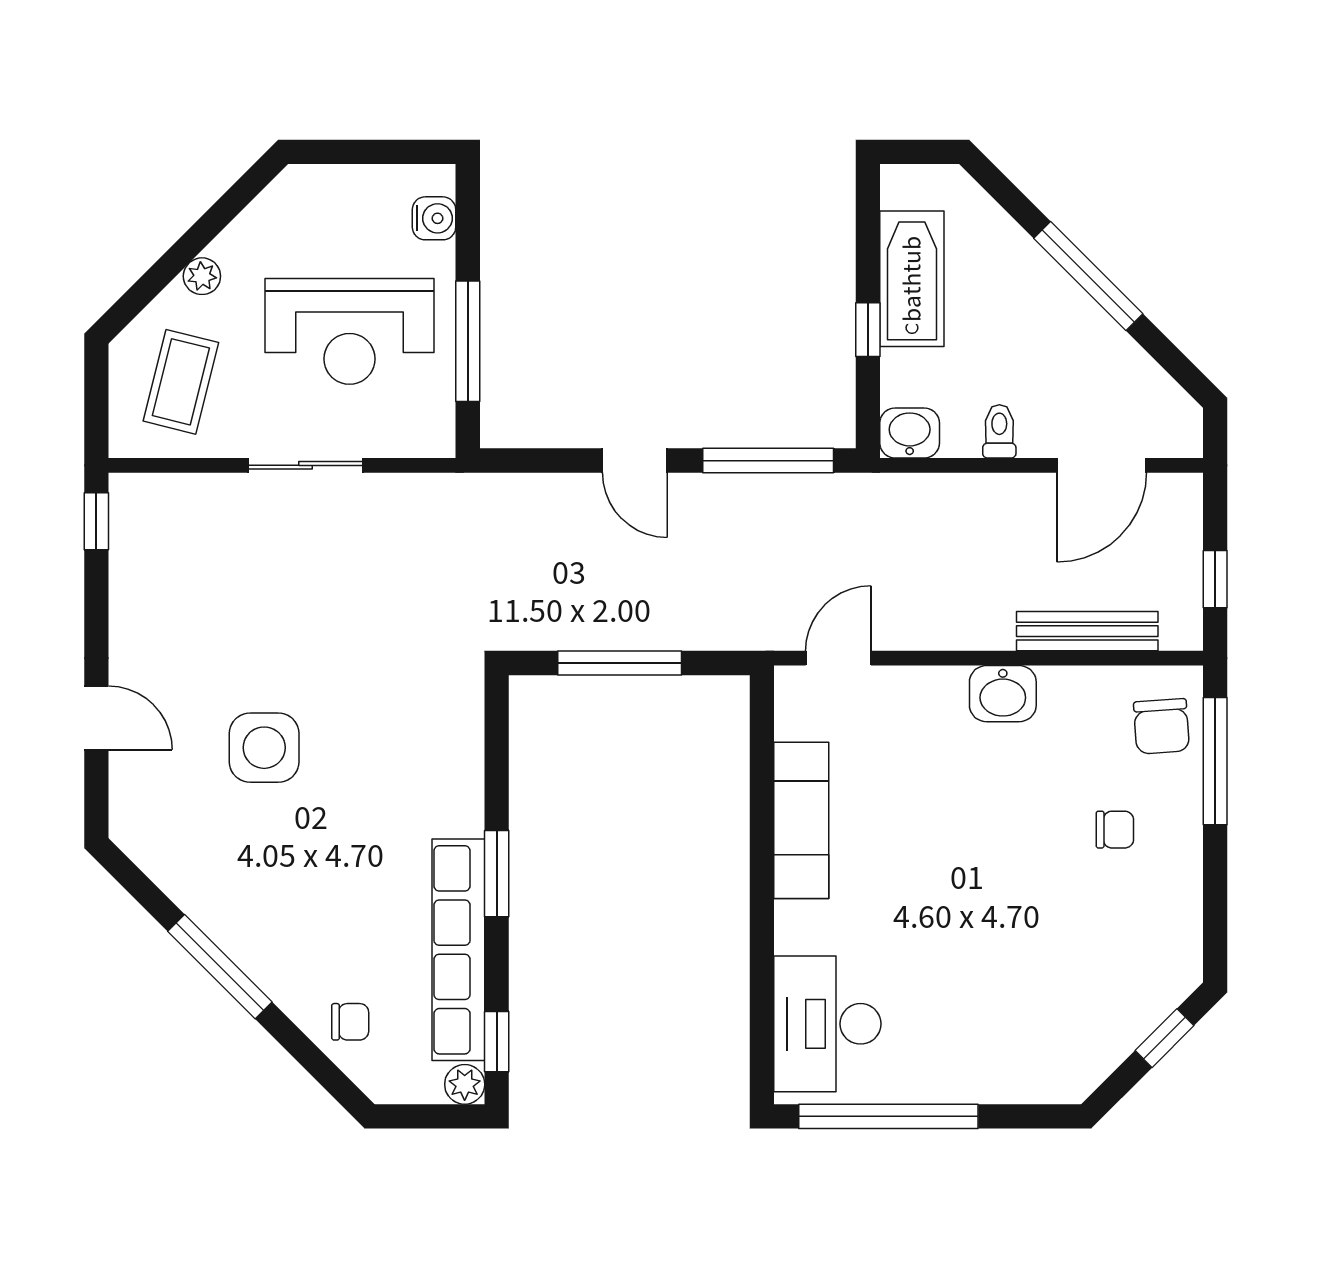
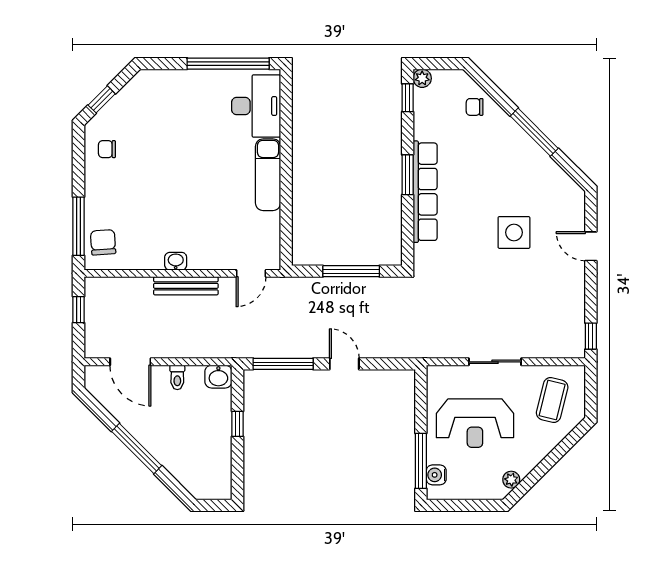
plant: (202, 276) -> (511, 480), moved
bathtub: (912, 279) -> (217, 447), removed
reception desk: (349, 331) -> (475, 423), turned 180
window: (468, 341) -> (421, 461), moved
door: (1102, 465) -> (130, 362), swing flipped
bench: (1087, 631) -> (186, 286), moved
washbasin: (1003, 694) -> (176, 261), width x0.72, depth x0.69
exam couch: (801, 820) -> (268, 175), moved
chair: (1115, 830) -> (107, 149), moved
row of seats: (458, 950) -> (425, 192), moved

